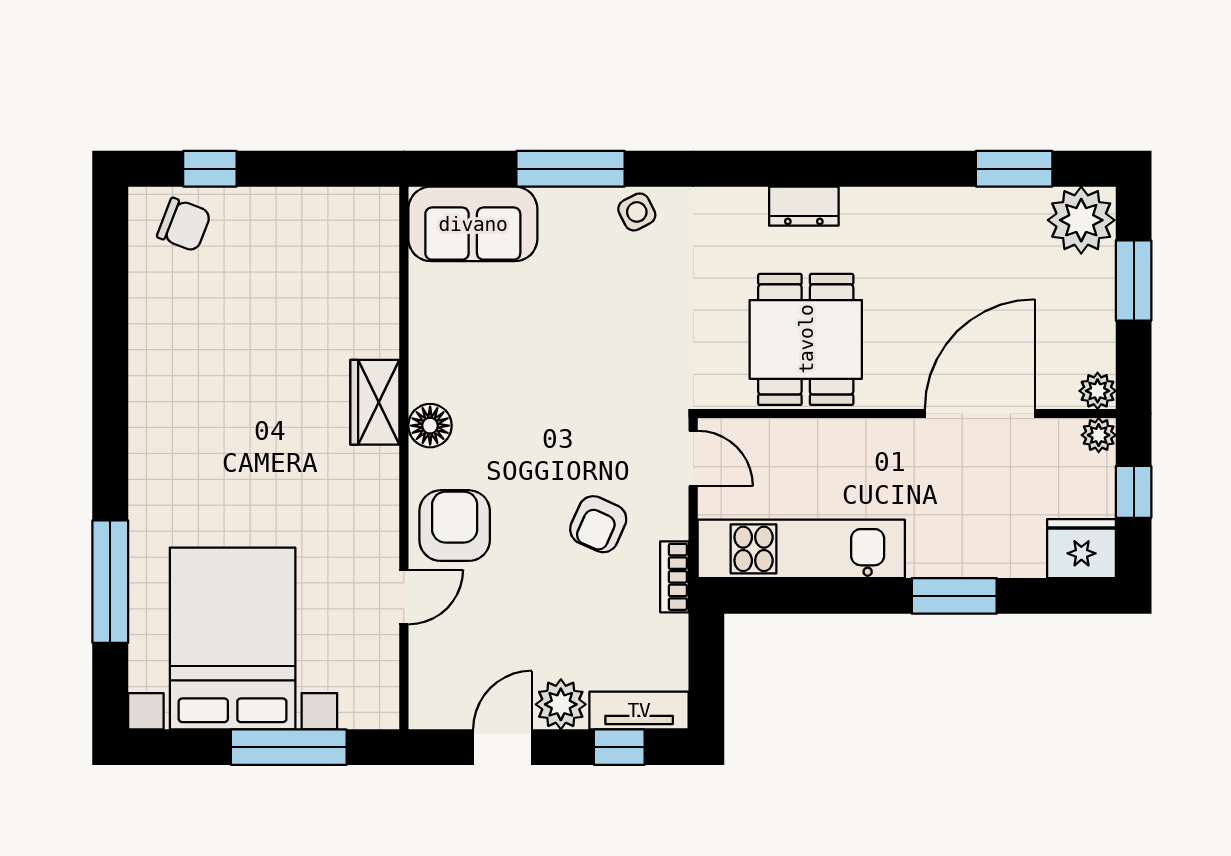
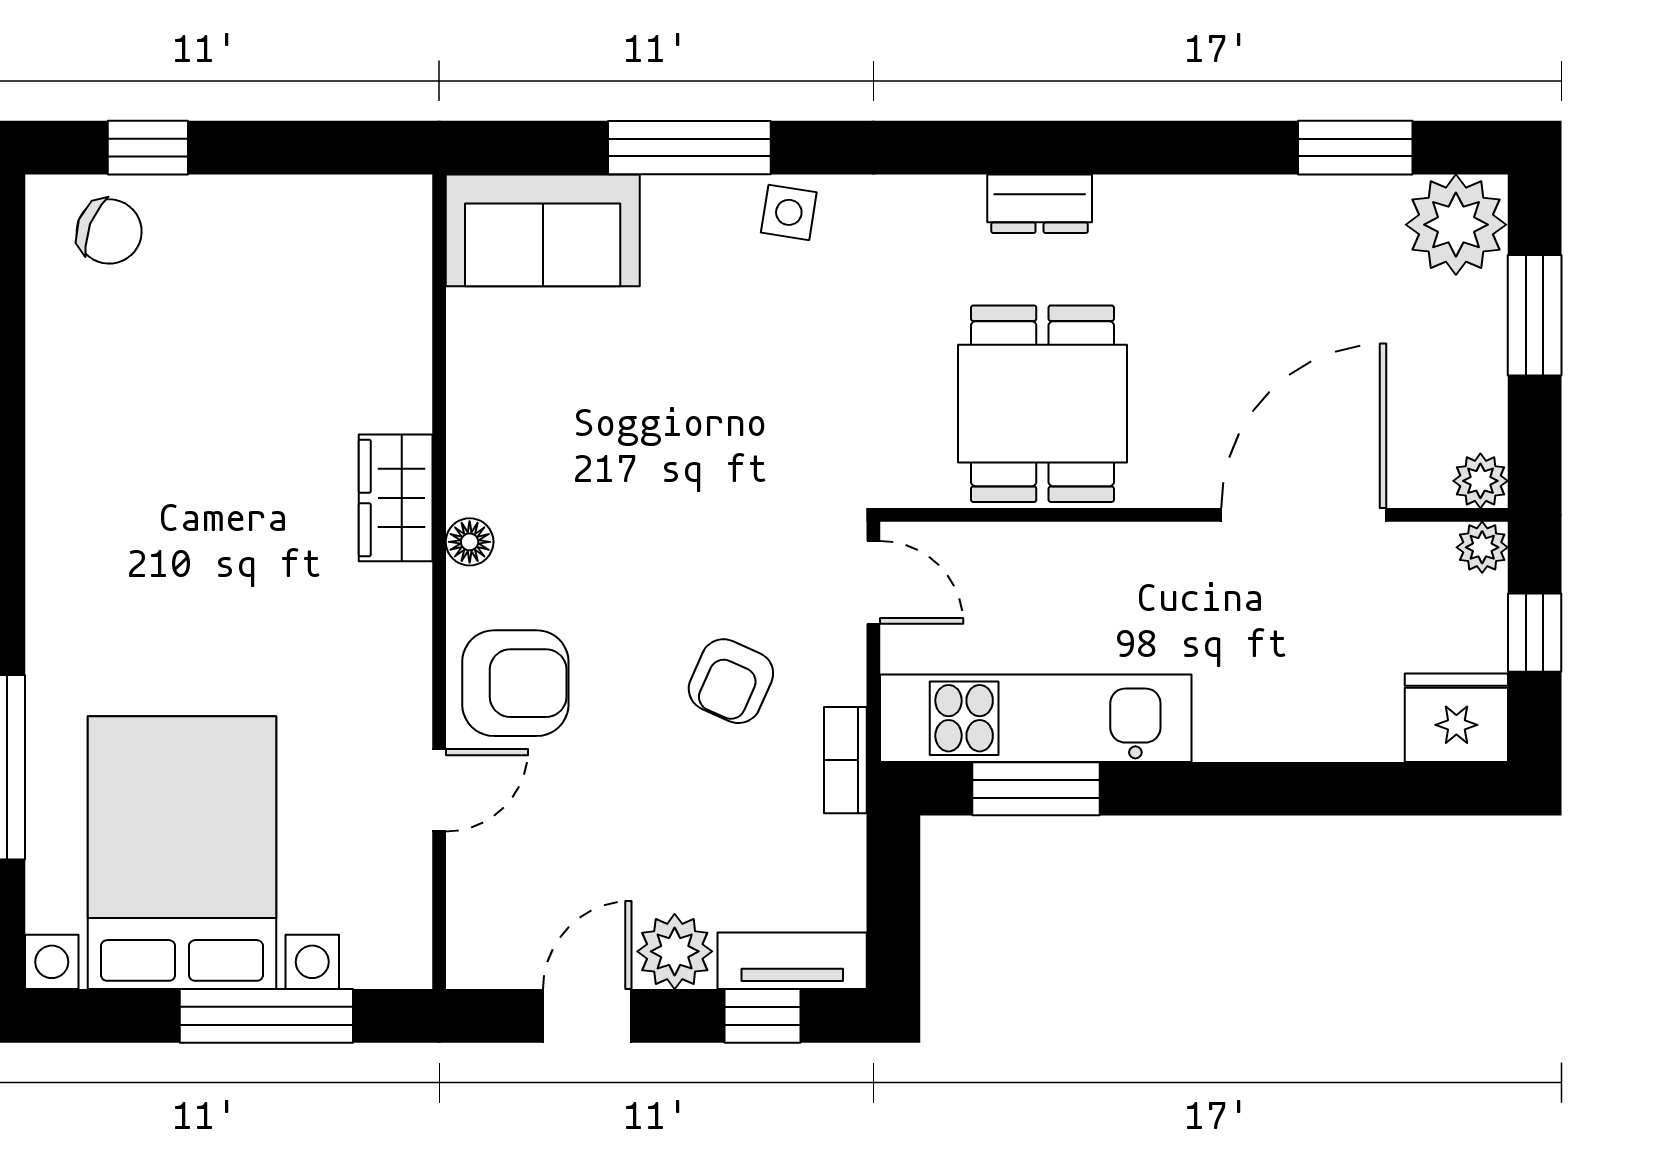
side table: (637, 212) -> (789, 212), turned 36
floor lamp: (430, 426) -> (470, 542), width x0.73, depth x0.73
armchair: (455, 526) -> (515, 683), turned 90
window: (954, 596) -> (1036, 789), moved

